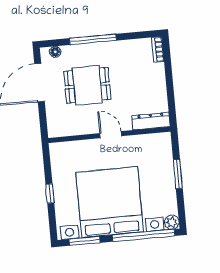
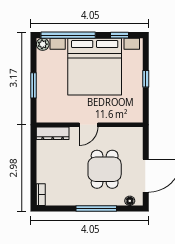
dining table: (87, 85) -> (105, 169), turned 90
door: (111, 135) -> (88, 125), hinge flipped
window: (85, 241) -> (119, 35), width x0.67

